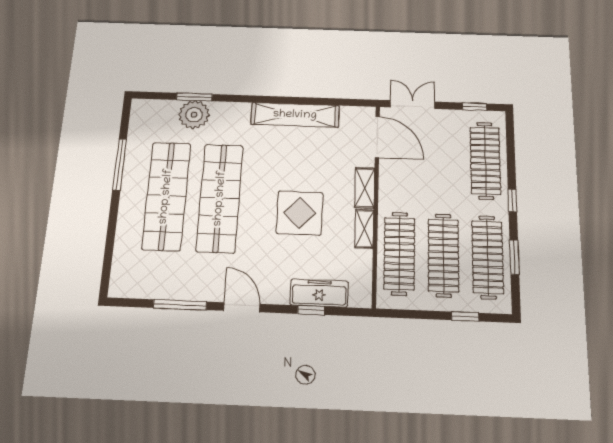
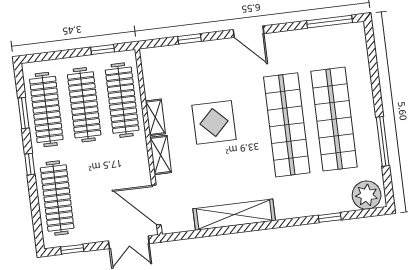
window: (194, 97) -> (330, 218), width x0.67
plant: (194, 115) -> (367, 195), moved
freezer: (319, 293) -> (185, 54), removed
window: (180, 305) -> (330, 22), moved
window: (465, 316) -> (103, 50), moved

